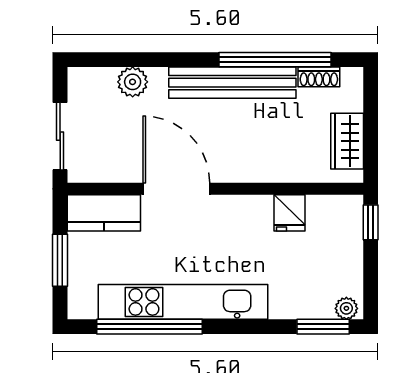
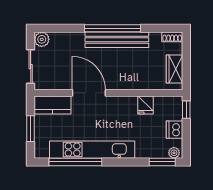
window: (275, 60) -> (113, 28), moved
shoe rack: (319, 77) -> (172, 37), moved
plant: (133, 82) -> (42, 39), moved
dishwasher: (347, 262) -> (174, 130), added

